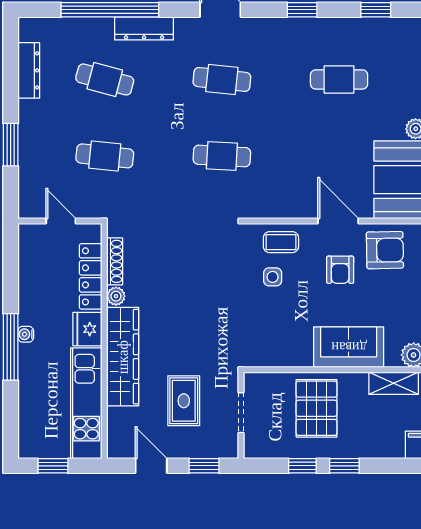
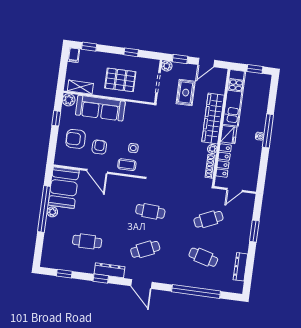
dresser: (144, 28) -> (110, 270), moved
cafe table: (222, 79) -> (145, 249), turned -30
cafe table: (105, 156) -> (208, 219), turned -30
door: (61, 221) -> (235, 190), hinge flipped
armchair: (385, 250) -> (76, 139), moved
sofa: (349, 347) -> (100, 108), width x1.36
pallet: (317, 408) -> (120, 80), turned 90
plant: (228, 448) -> (167, 66), added
door: (151, 466) -> (206, 62), hinge flipped
window: (344, 466) -> (89, 47), moved

